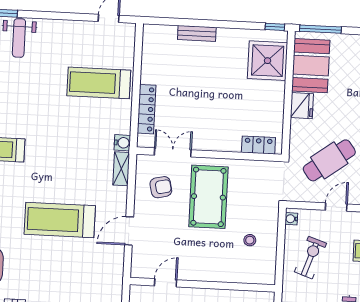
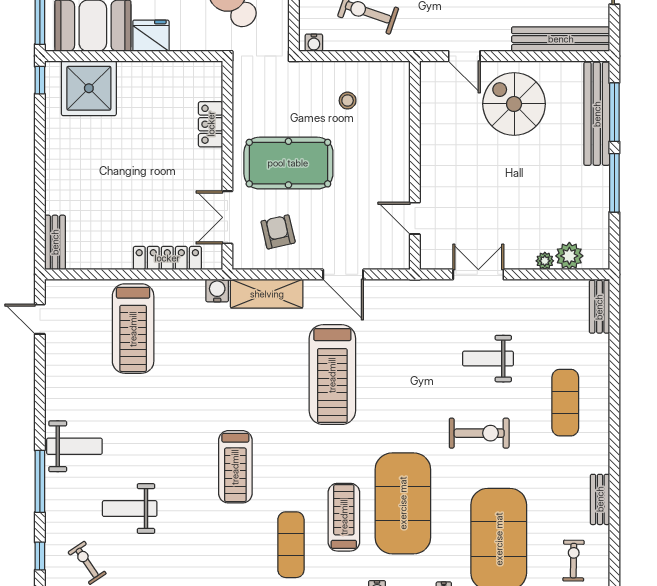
bench: (197, 33) -> (55, 242), moved
locker: (258, 145) -> (211, 124), moved
shelving: (121, 169) -> (267, 294), width x1.50, depth x1.33

